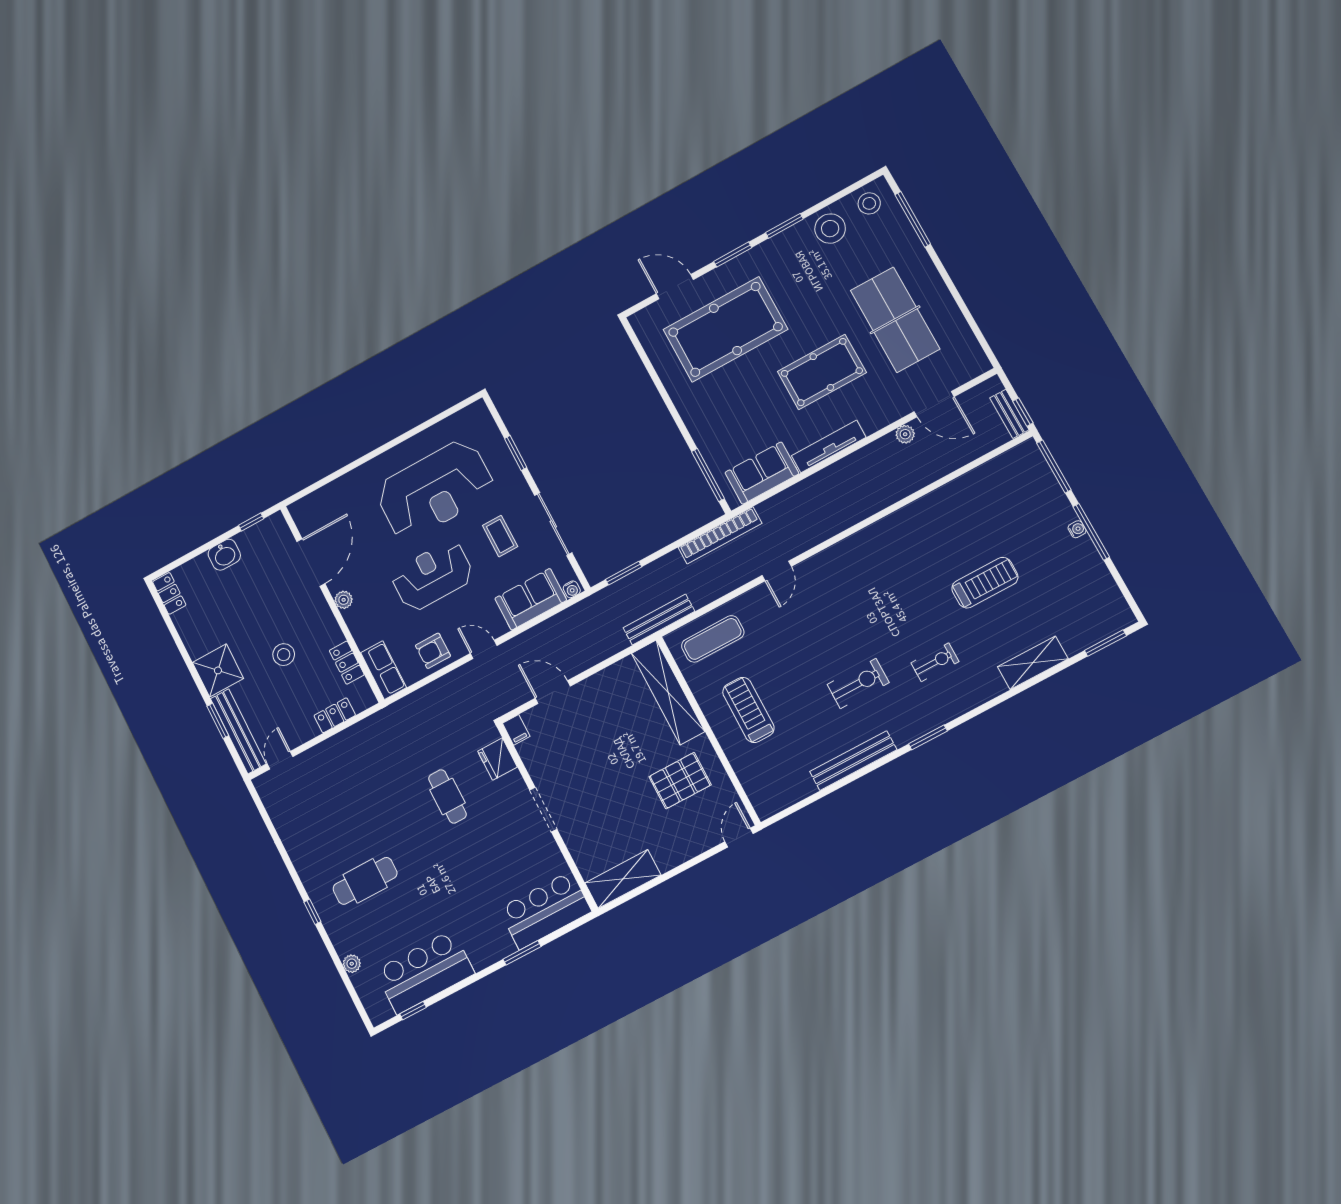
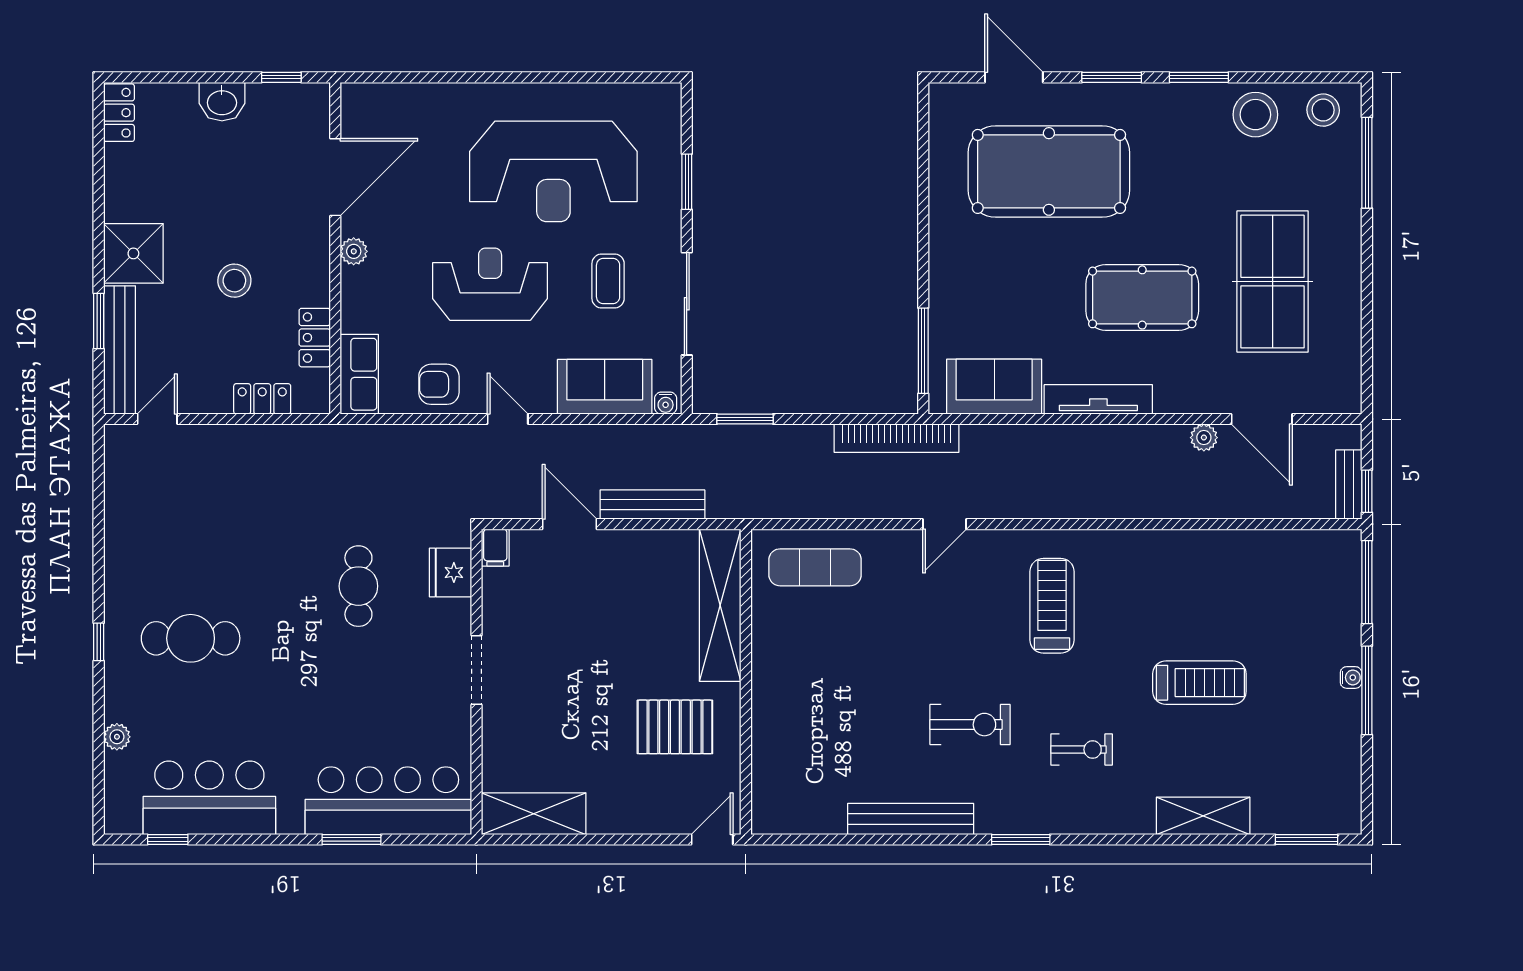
bench: (659, 620) -> (652, 505), moved
treadmill: (748, 710) -> (1052, 606), moved
bar counter: (545, 910) -> (388, 801), width x1.36

